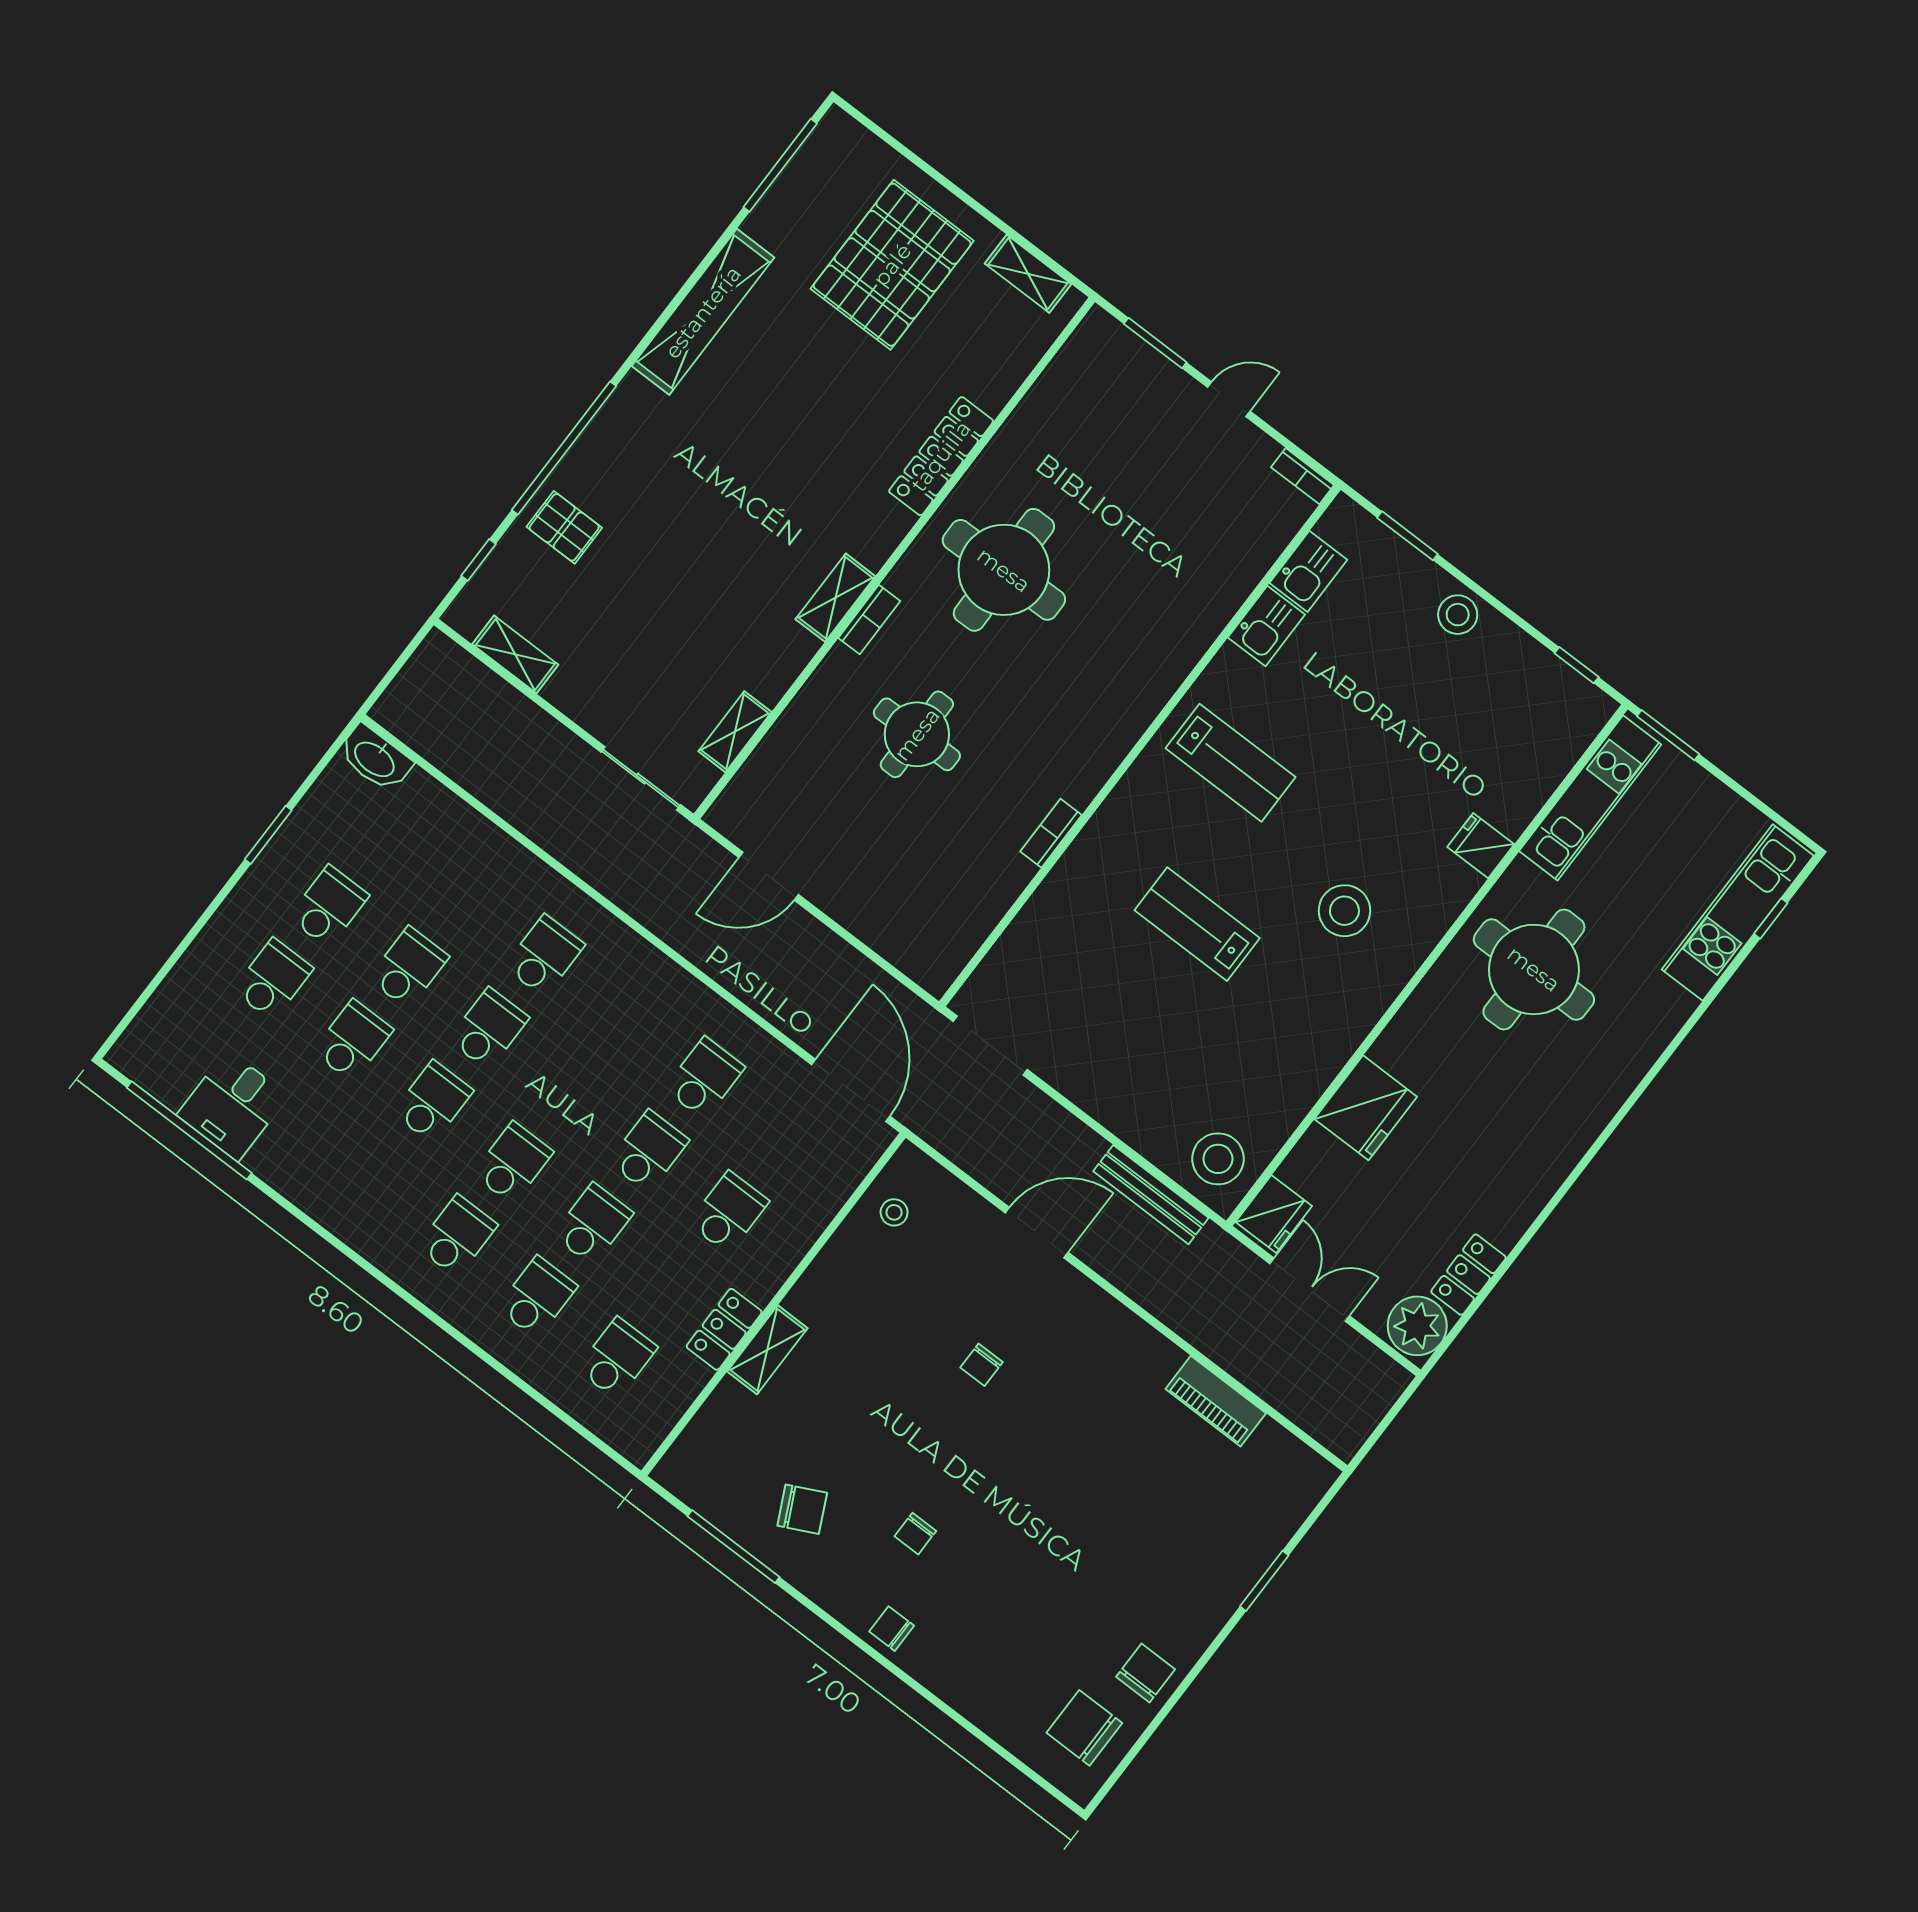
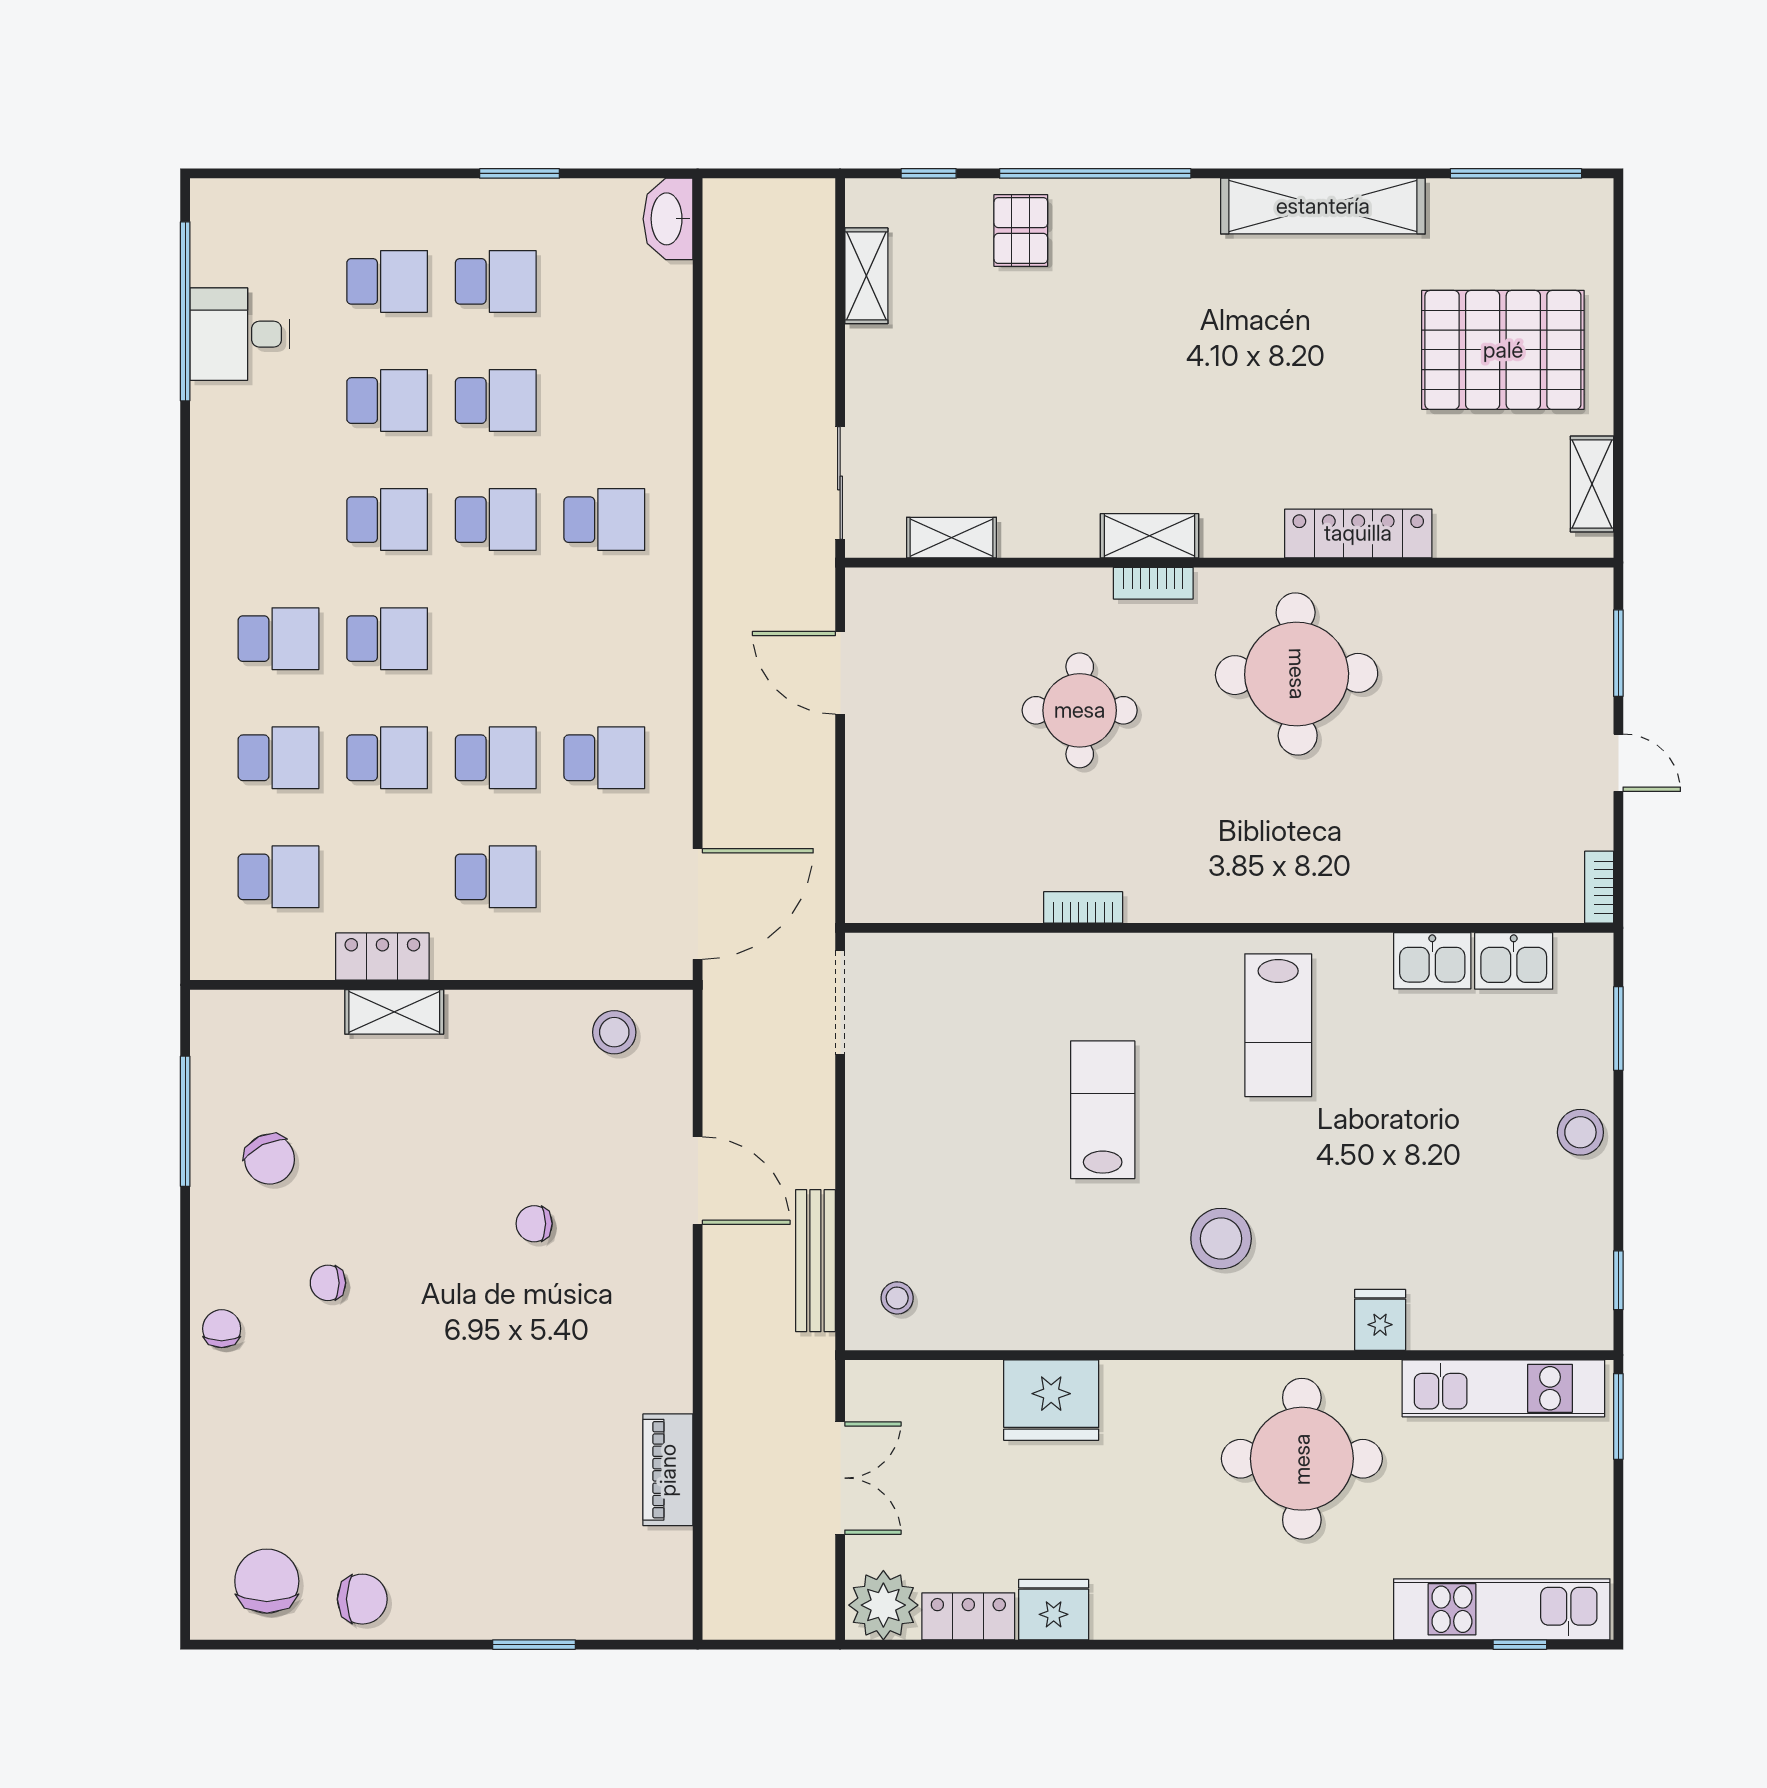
stool: (1218, 1159) -> (897, 1298), width x0.53, depth x0.53
stool: (894, 1212) -> (614, 1032), width x1.37, depth x1.37
fridge: (1274, 1214) -> (1054, 1610), moved, turned 180

